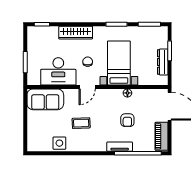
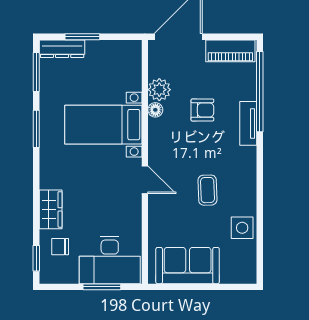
wardrobe: (76, 33) -> (51, 209), width x0.67
chair: (88, 62) -> (60, 247), moved
dresser: (163, 62) -> (62, 49), moved
desk: (58, 71) -> (110, 260), moved, turned 90
plant: (139, 95) -> (159, 90), added
sofa: (45, 99) -> (188, 266), moved, turned -90

